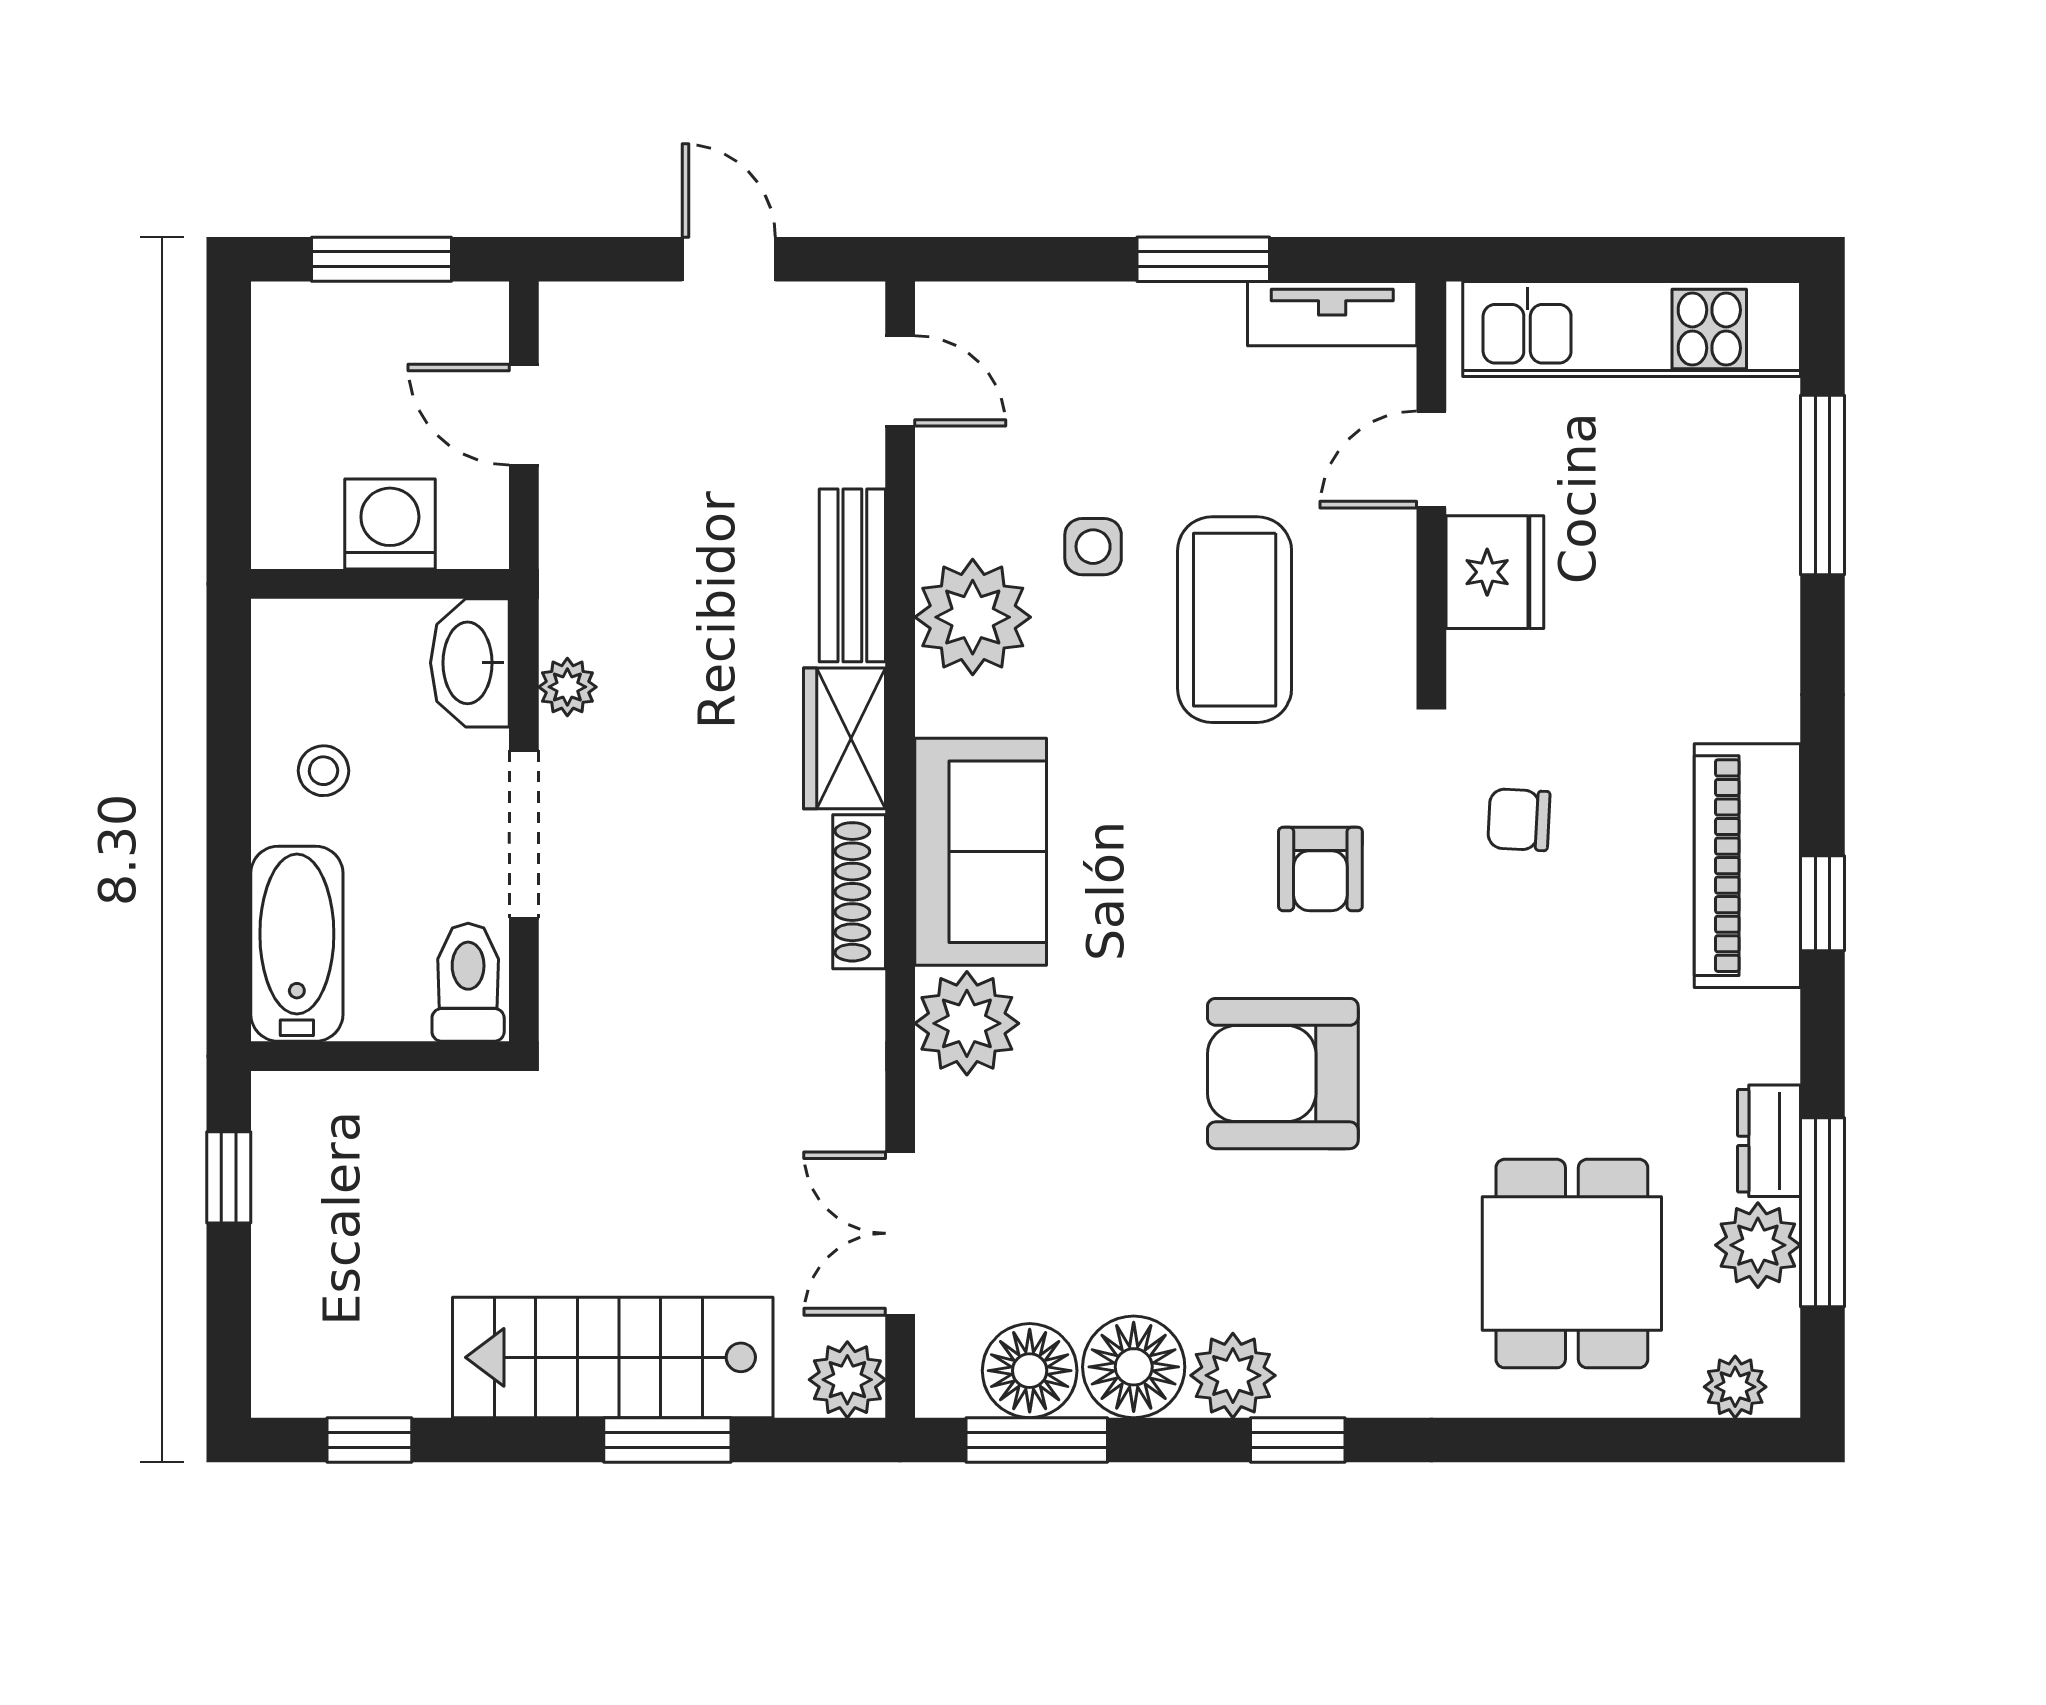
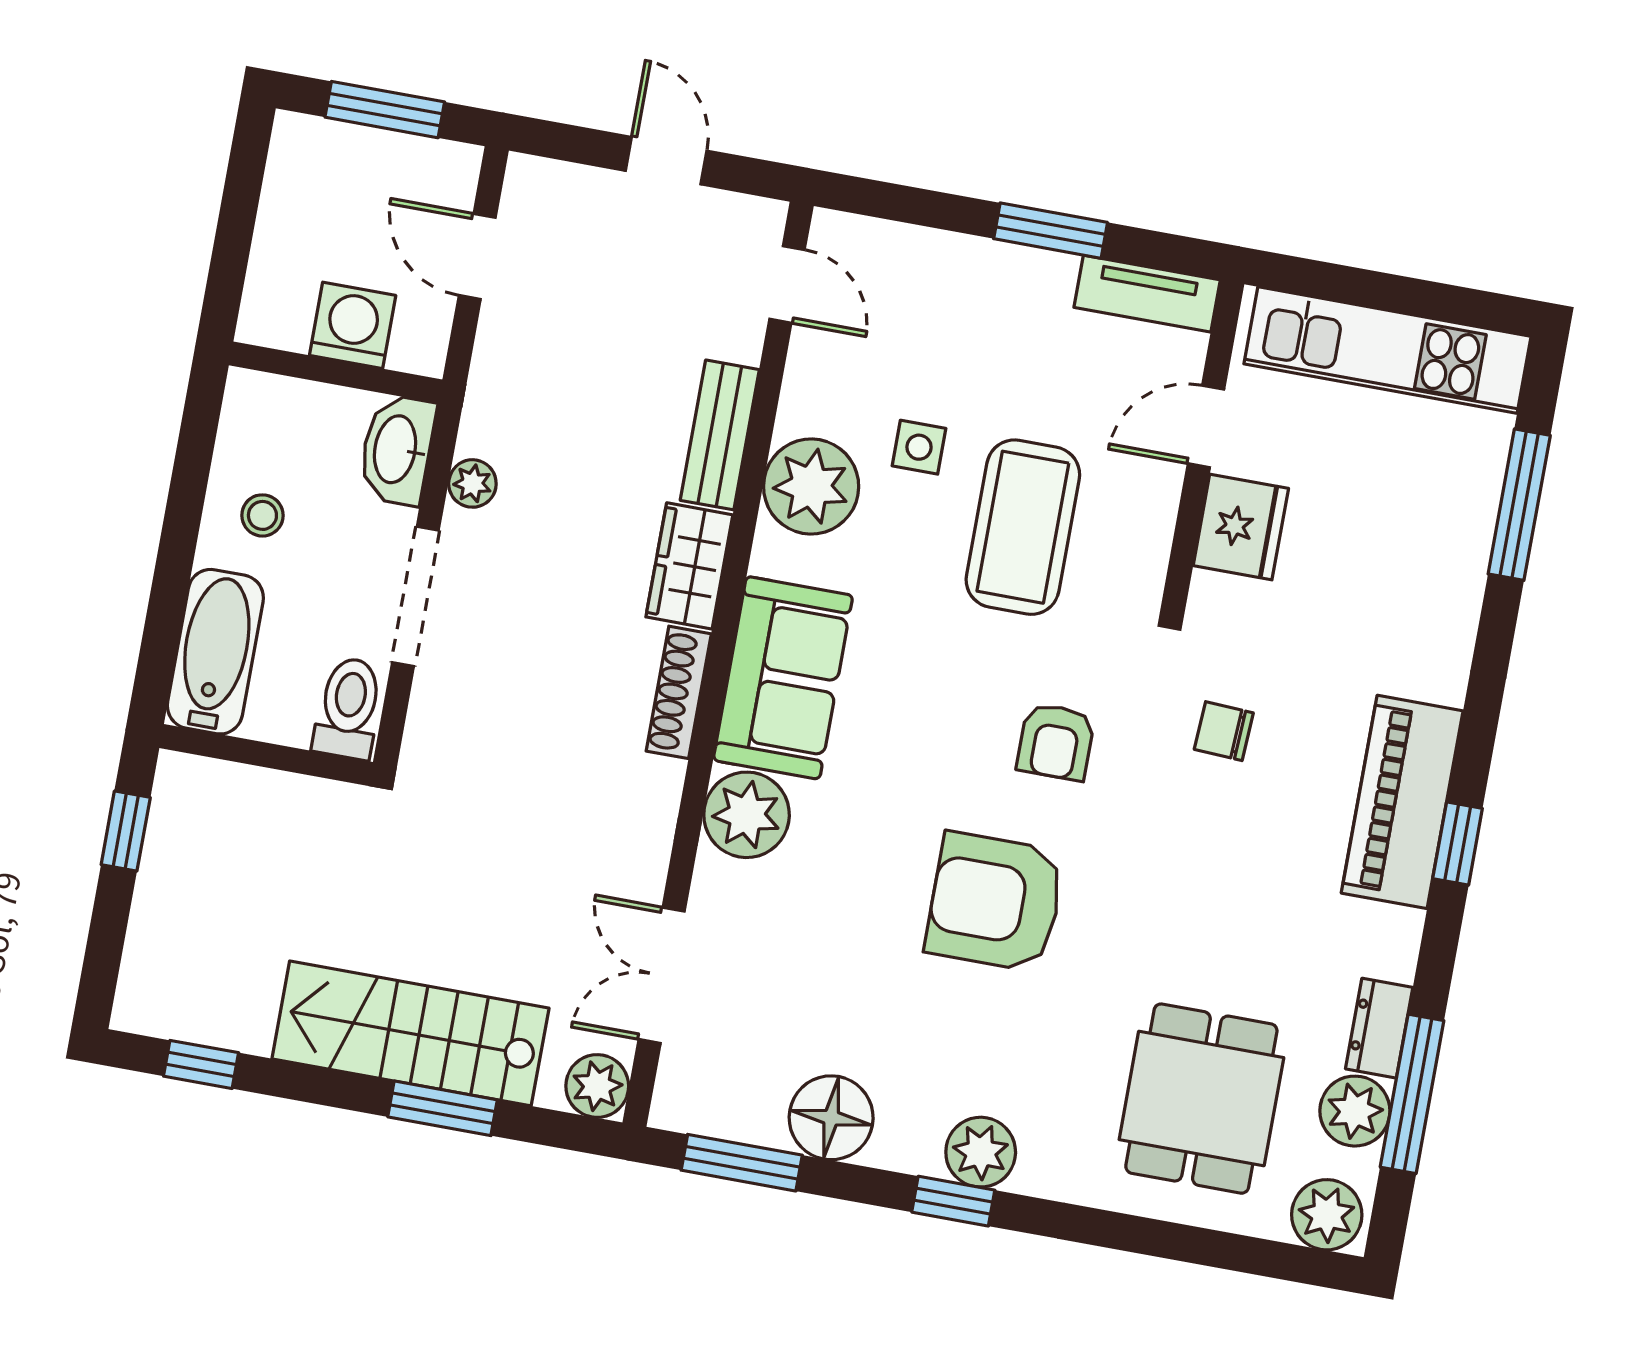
floor lamp: (1030, 1371) -> (746, 1105), removed
plant: (1233, 1375) -> (981, 1152), moved
plant: (1735, 1387) -> (1327, 1215), width x1.38, depth x1.38

